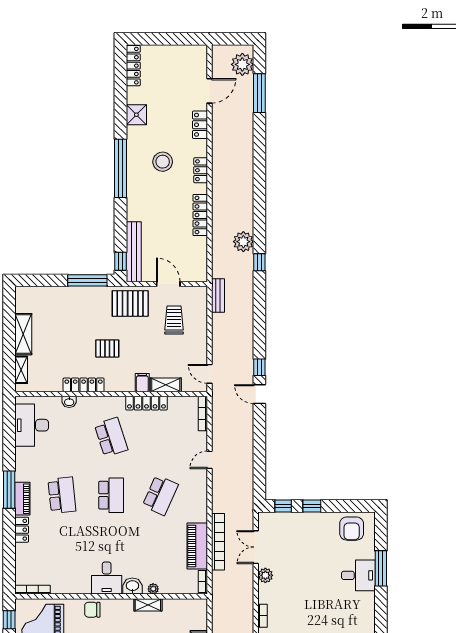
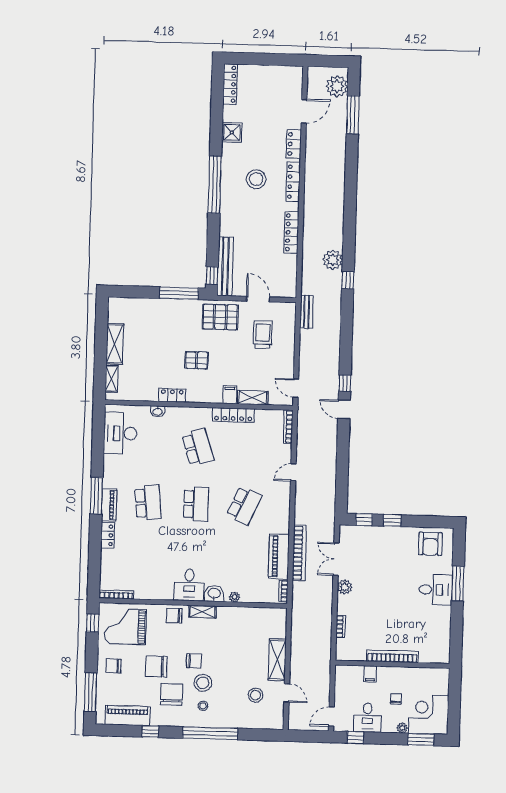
locker: (201, 170) -> (293, 182), width x1.53
locker: (84, 385) -> (172, 395), width x0.66
shelving: (148, 605) -> (202, 612), moved

